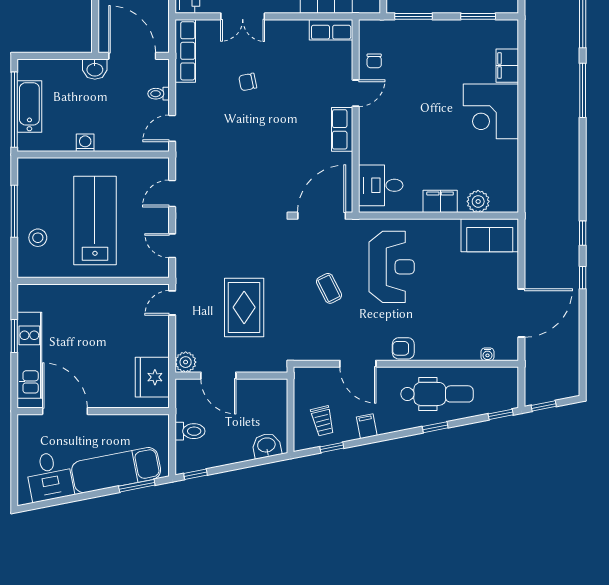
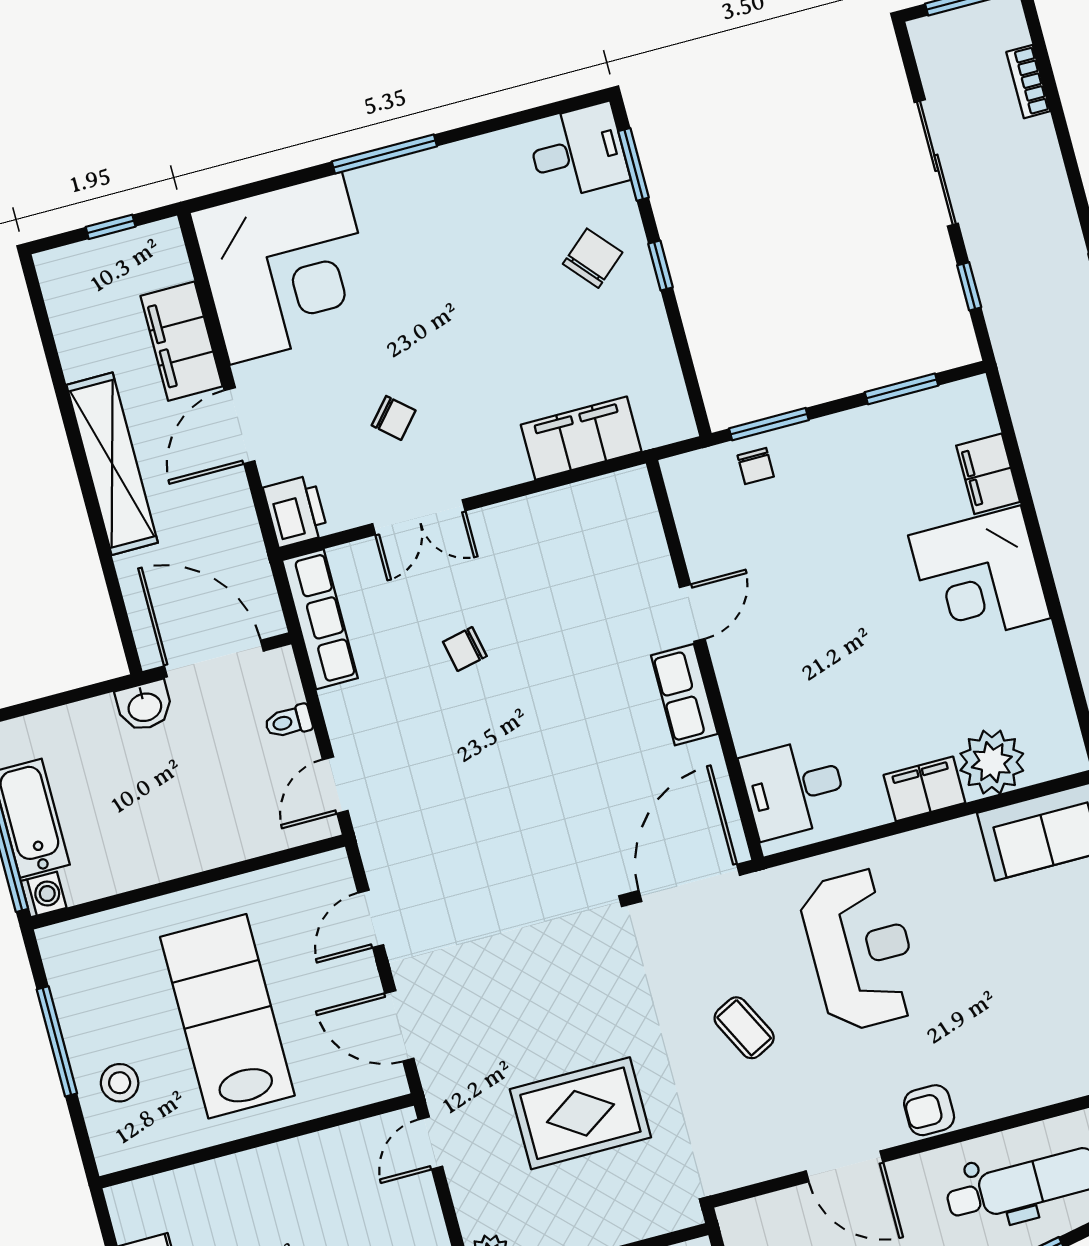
row of seats: (331, 30) -> (607, 496), removed
chair: (374, 61) -> (756, 466), moved
washing machine: (85, 143) -> (44, 894), moved, turned 90
plant: (478, 201) -> (992, 762), width x1.36, depth x1.36
door: (172, 246) -> (399, 1026), width x1.38
rug: (244, 307) -> (580, 1113), turned 90

